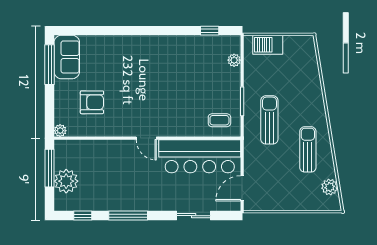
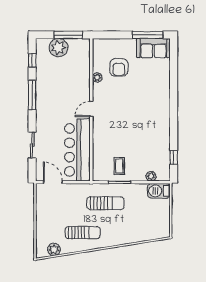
barbecue: (268, 45) -> (159, 191), moved, turned -90
coffee table: (219, 120) -> (119, 166), moved
plant: (60, 131) -> (97, 77), moved

